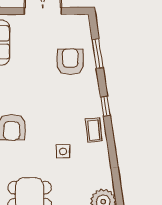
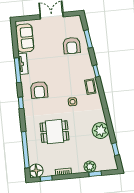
armchair: (70, 62) -> (72, 46), turned 180

